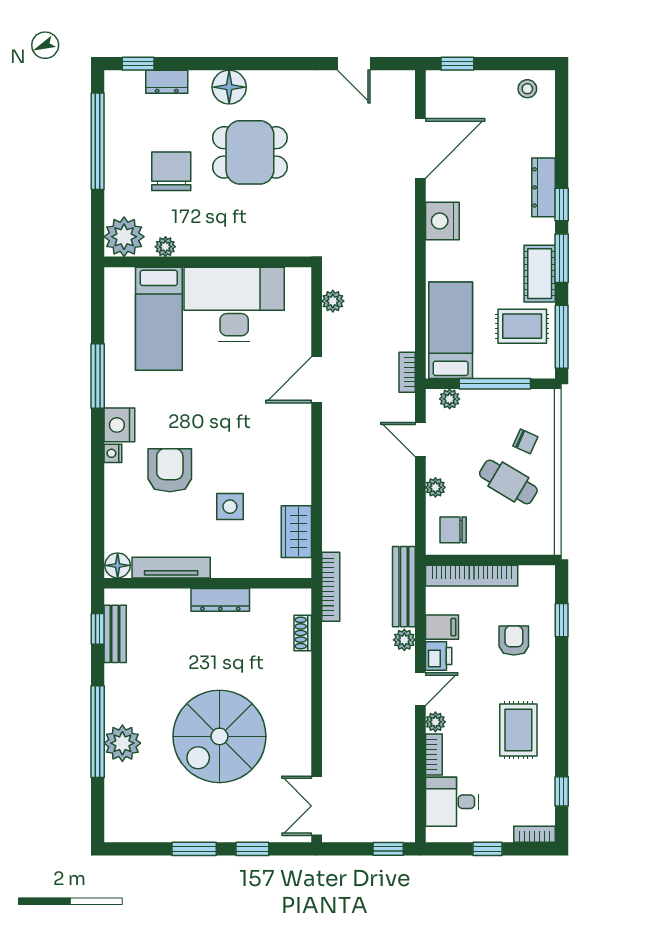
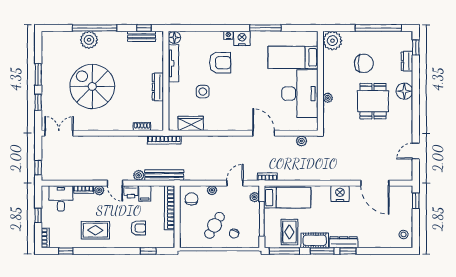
dresser: (544, 187) -> (344, 242), moved
plant: (165, 247) -> (328, 98), moved

